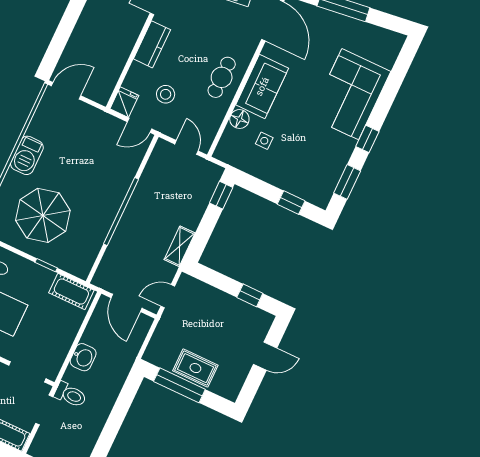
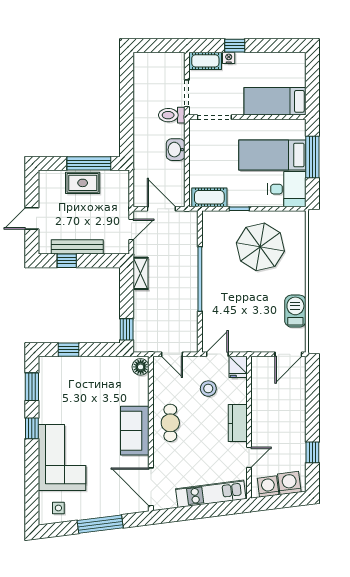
floor lamp: (239, 119) -> (141, 367), moved
side table: (264, 141) -> (58, 508), moved
barbecue: (27, 155) -> (295, 311), moved
bench: (232, 304) -> (77, 247), added

